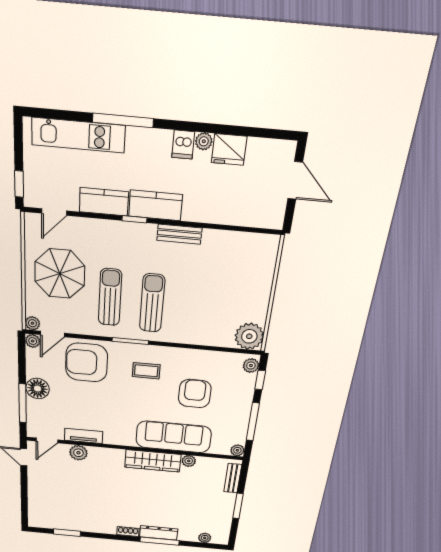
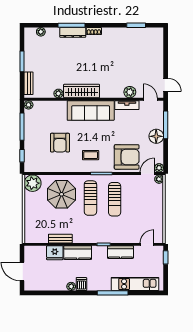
fridge: (229, 150) -> (55, 253), moved, turned 180
kitchen counter: (155, 205) -> (78, 253), moved
bench: (179, 234) -> (60, 239), moved
parasol: (60, 274) -> (62, 194), moved
plant: (251, 366) -> (29, 165), removed
sofa: (174, 437) -> (91, 111), moved
door: (47, 440) -> (150, 99), hinge flipped

